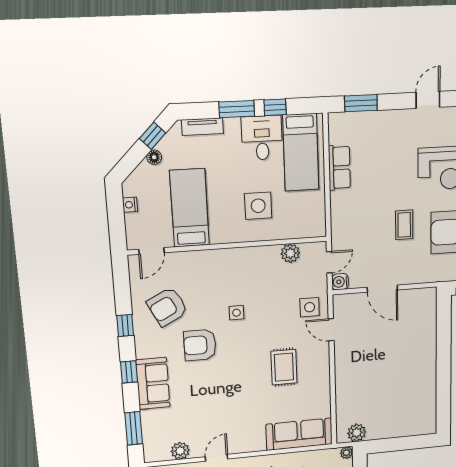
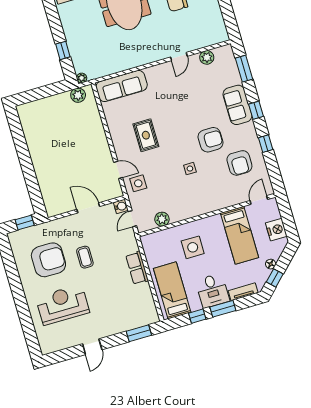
desk: (262, 138) -> (212, 291), moved
row of seats: (339, 168) -> (137, 268), moved
nightstand: (130, 205) -> (276, 230), width x1.89, depth x1.79
armchair: (167, 307) -> (239, 163), turned 117

